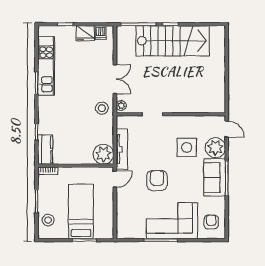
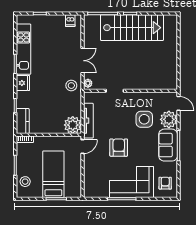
fridge: (85, 33) -> (23, 83), moved, turned -90

